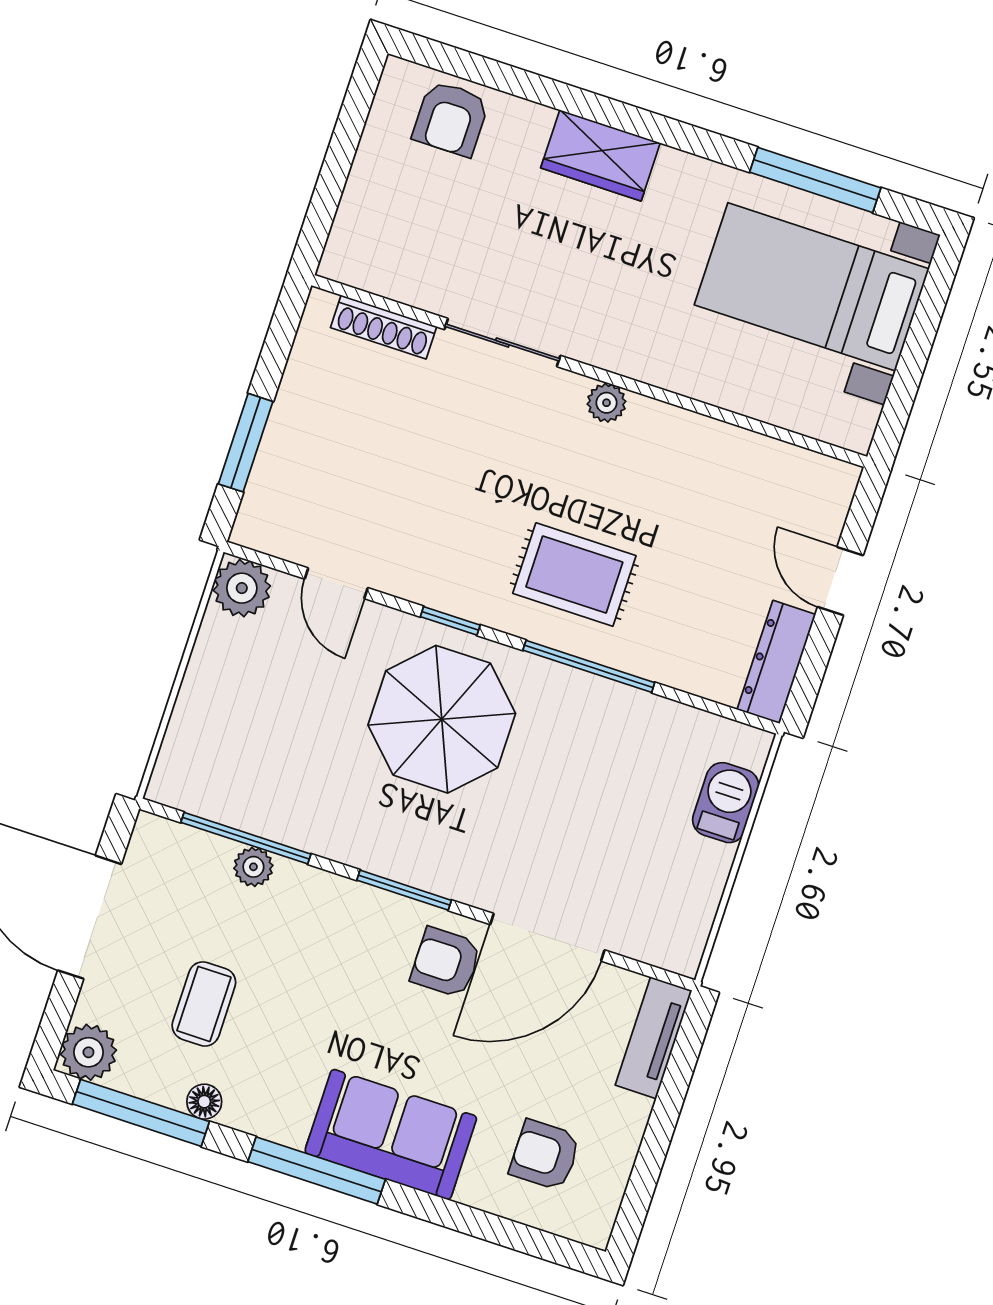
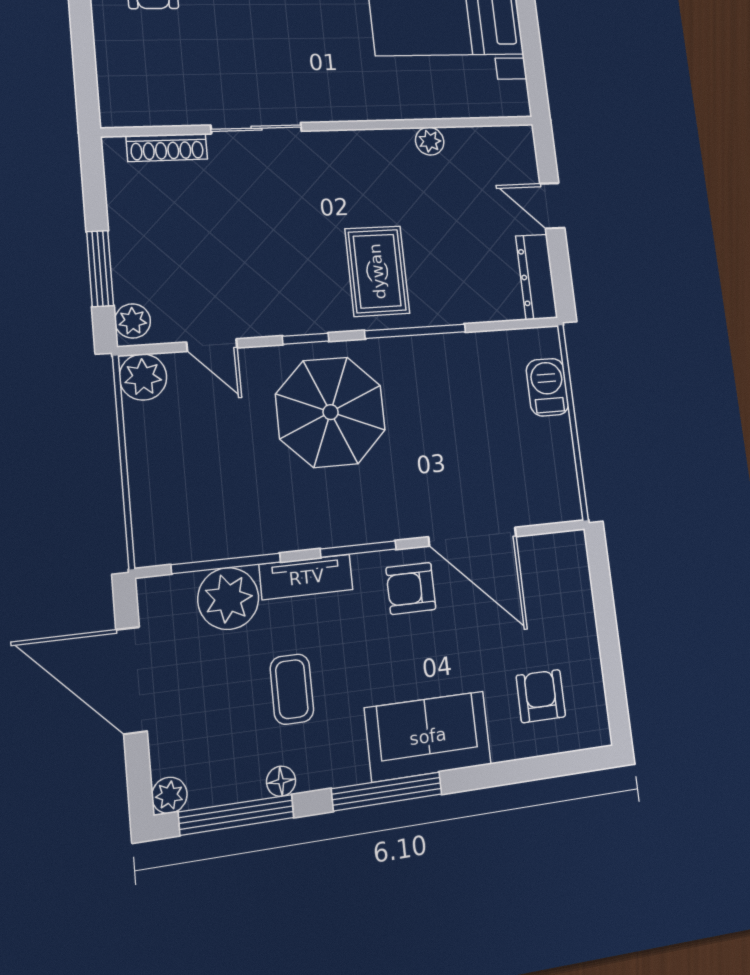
plant: (606, 403) -> (430, 141), moved
plant: (257, 519) -> (133, 321), added
rug: (574, 575) -> (377, 271), turned 90
plant: (253, 867) -> (228, 598), width x1.87, depth x1.87
door: (547, 937) -> (473, 537), hinge flipped
coffee table: (204, 1004) -> (292, 689), moved
tv unit: (654, 1038) -> (306, 577), moved, turned -90
plant: (88, 1052) -> (169, 795), width x0.73, depth x0.73
armchair: (545, 1155) -> (541, 696), turned 90

